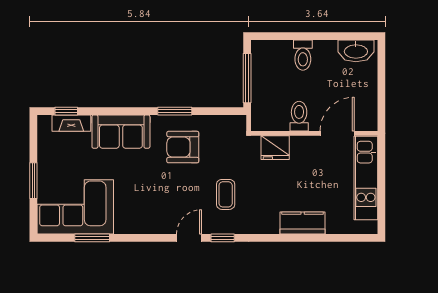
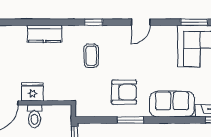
fridge: (275, 148) -> (32, 92), moved
kitchen counter: (303, 223) -> (45, 34), moved
door: (189, 238) -> (141, 22), moved

